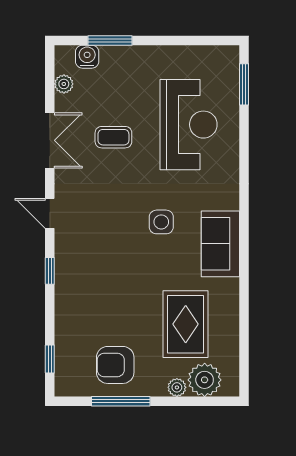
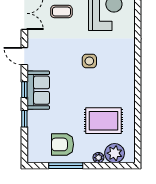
sofa: (220, 244) -> (38, 90), moved, turned 180
rug: (186, 324) -> (104, 121), turned 90
window: (50, 359) -> (24, 119), moved

